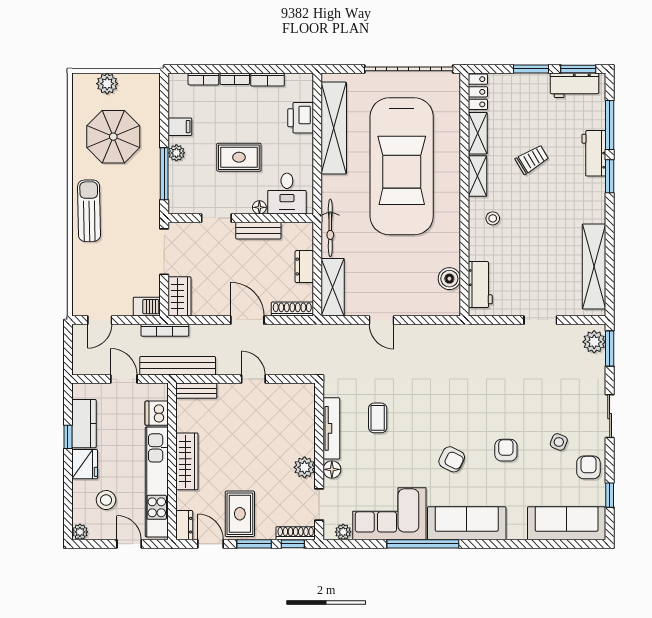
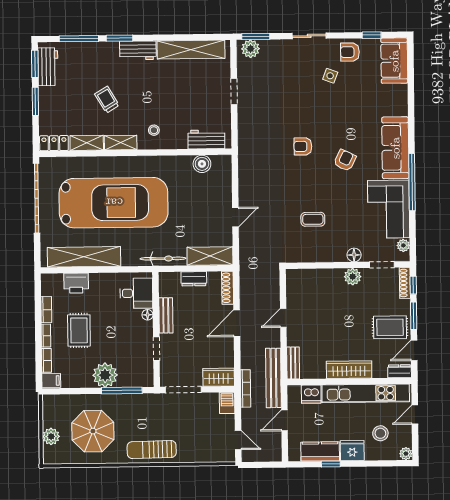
filing cabinet: (180, 127) -> (51, 381), moved, turned 90
plant: (176, 153) -> (105, 375), width x1.87, depth x1.87
workbench: (594, 153) -> (138, 50), moved
rug: (239, 157) -> (79, 330), moved
tv unit: (331, 428) -> (322, 256), removed
armchair: (506, 450) -> (303, 146), moved
sofa: (567, 523) -> (394, 61), width x0.73

